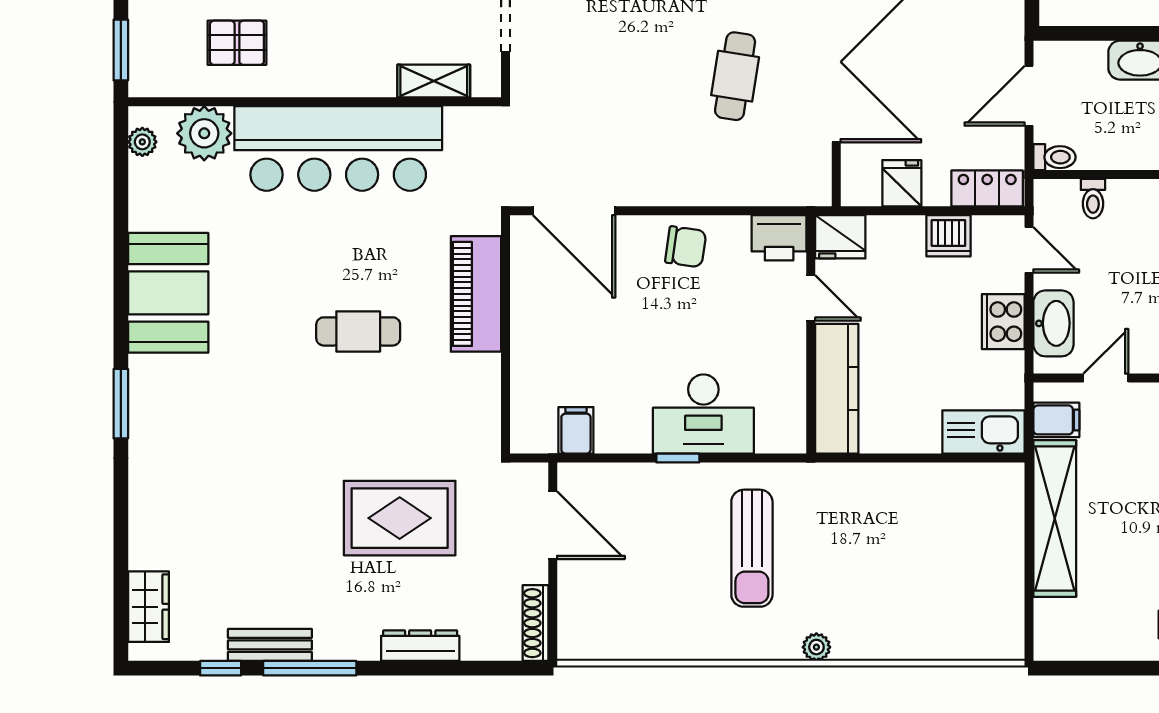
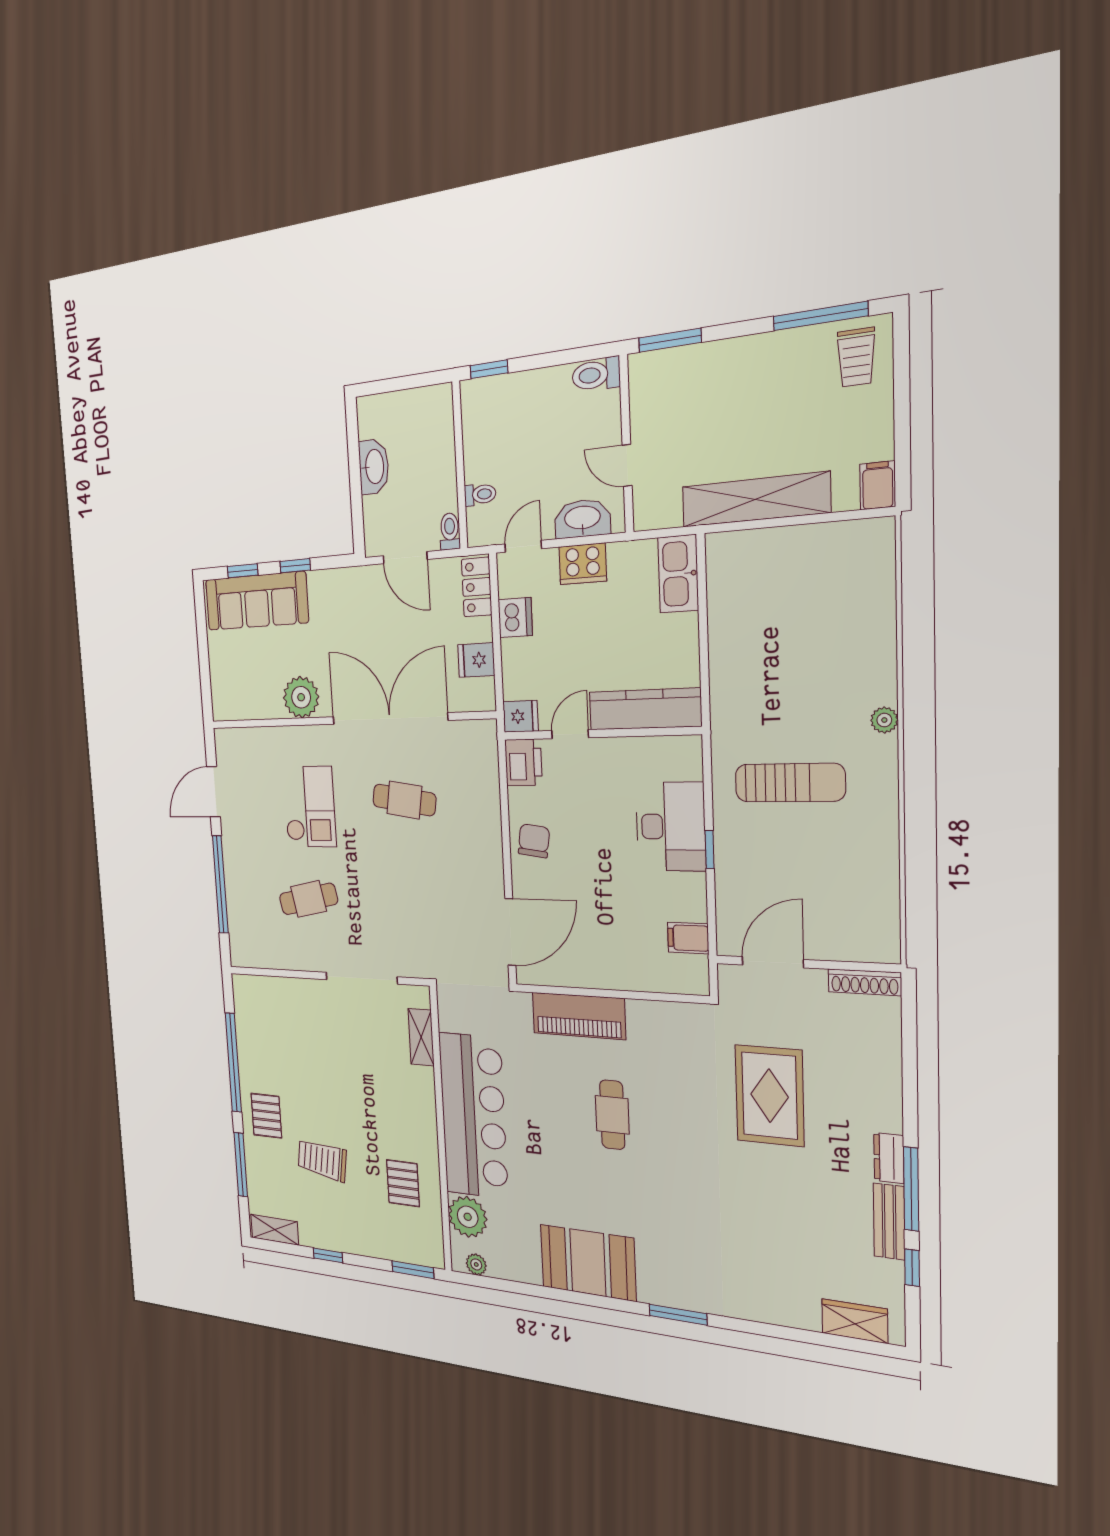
fridge: (840, 237) -> (520, 716), width x0.72
filing cabinet: (1056, 420) -> (878, 485), moved
dresser: (420, 646) -> (889, 1158), moved, width x0.70

